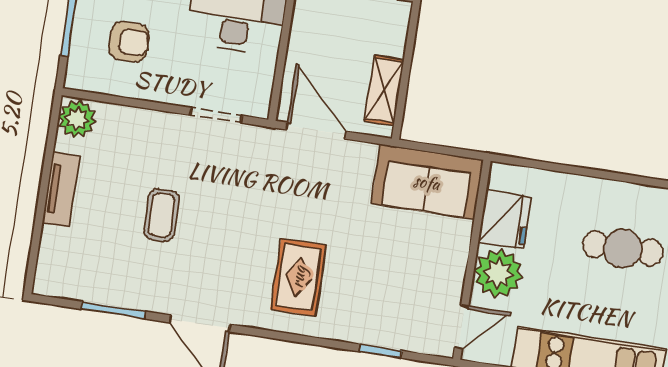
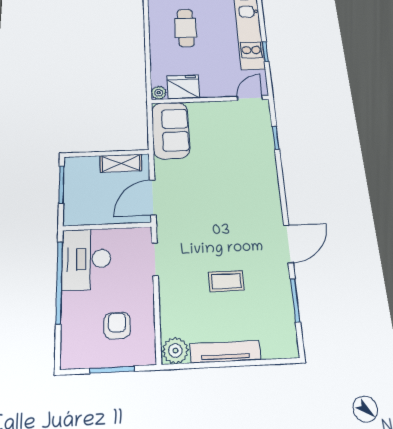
tv unit: (61, 190) -> (225, 352), width x1.41
plant: (498, 273) -> (159, 93), moved, width x0.53, depth x0.53
rug: (298, 277) -> (245, 191), removed
door: (462, 327) -> (250, 98), hinge flipped

